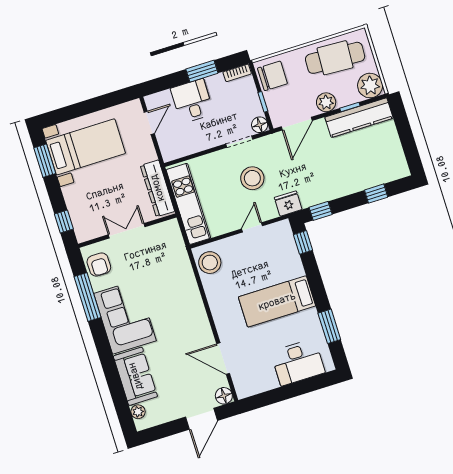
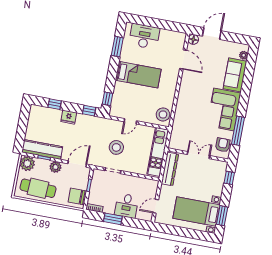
floor lamp: (260, 125) -> (97, 174), removed
fridge: (288, 204) -> (69, 117), moved
double door: (127, 231) -> (198, 155), swing flipped

